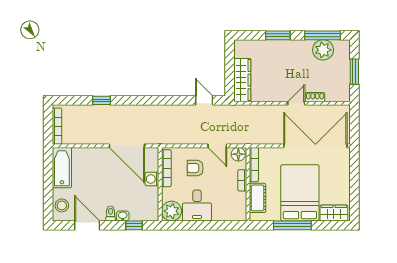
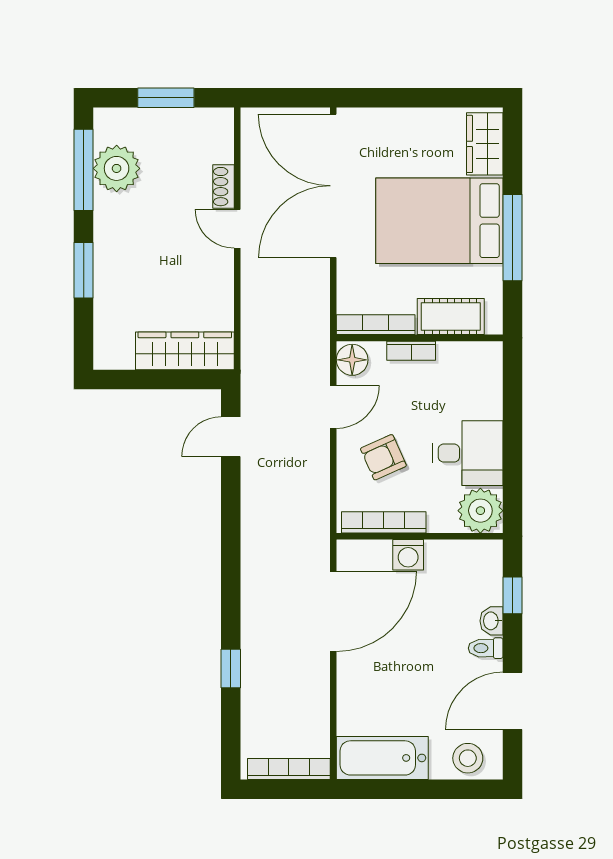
armchair: (195, 168) -> (383, 457), turned 66

